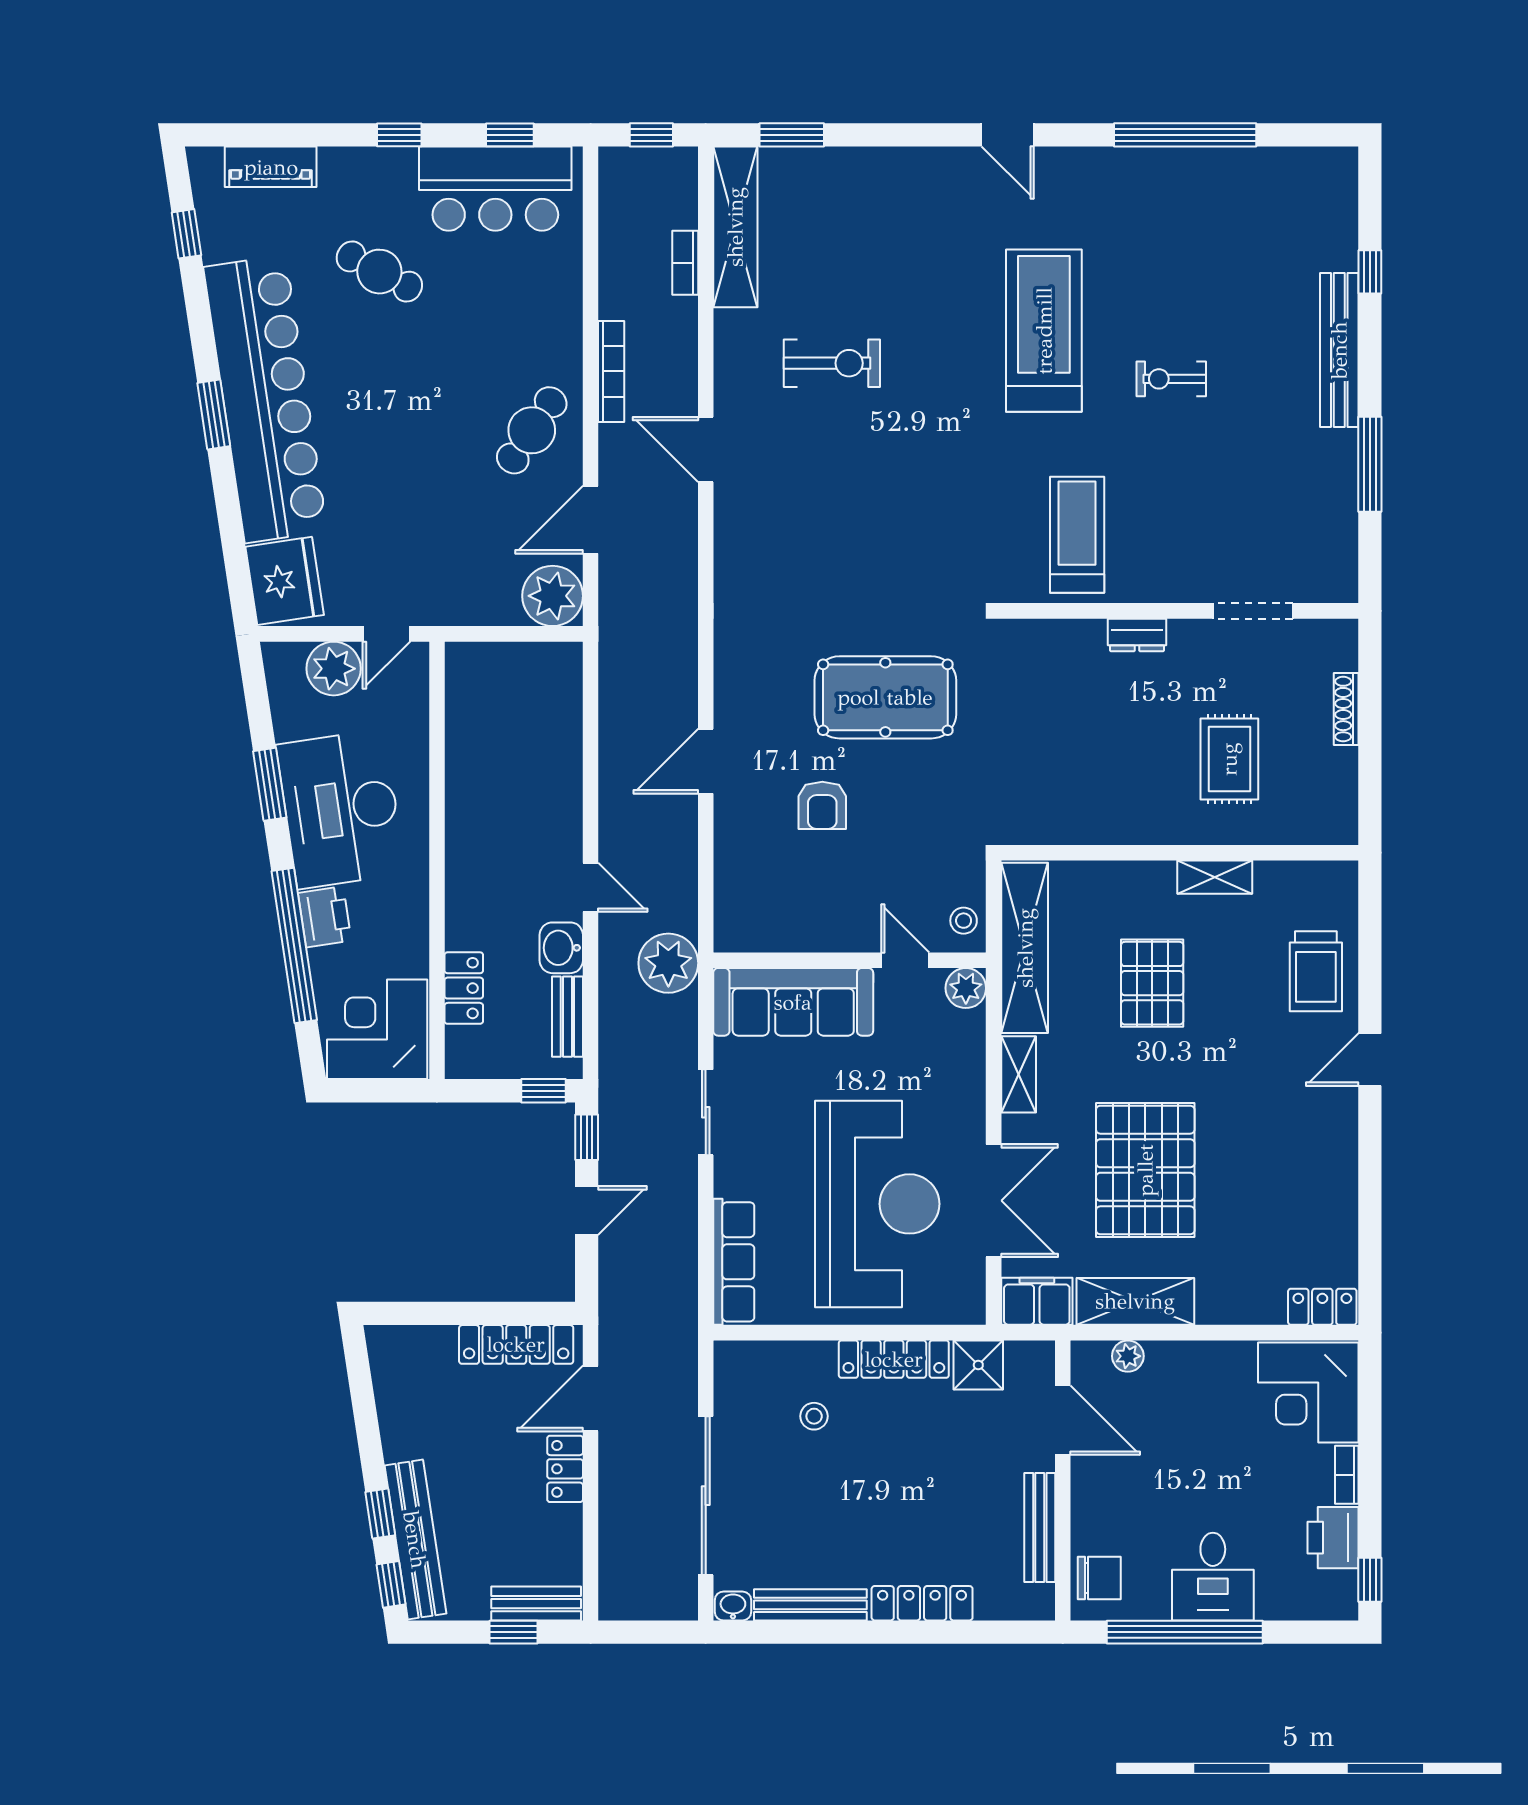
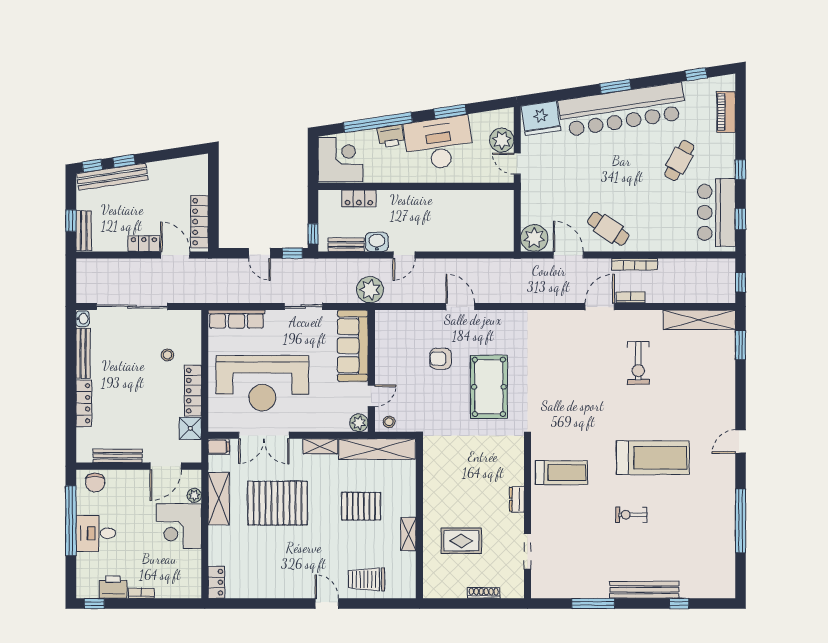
bookcase: (685, 263) -> (631, 297), moved
exercise bike: (1171, 379) -> (631, 515), turned -90
filing cabinet: (1037, 1301) -> (219, 447), width x0.50
corner desk: (1308, 1393) -> (179, 526), moved, turned -90

